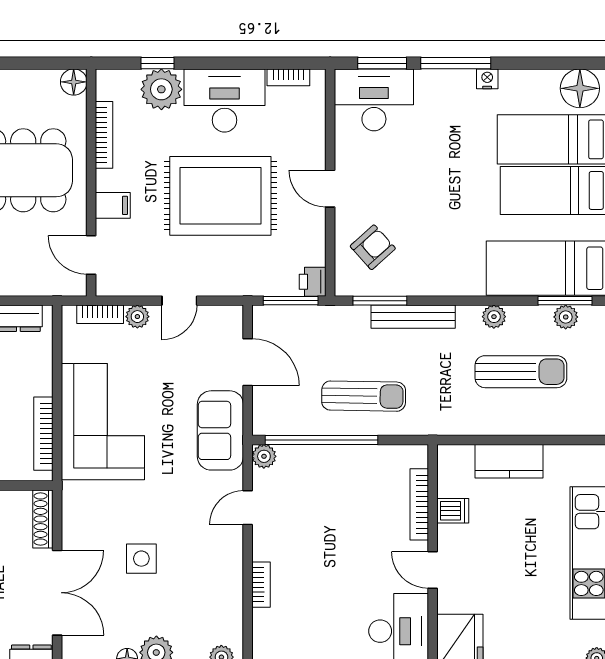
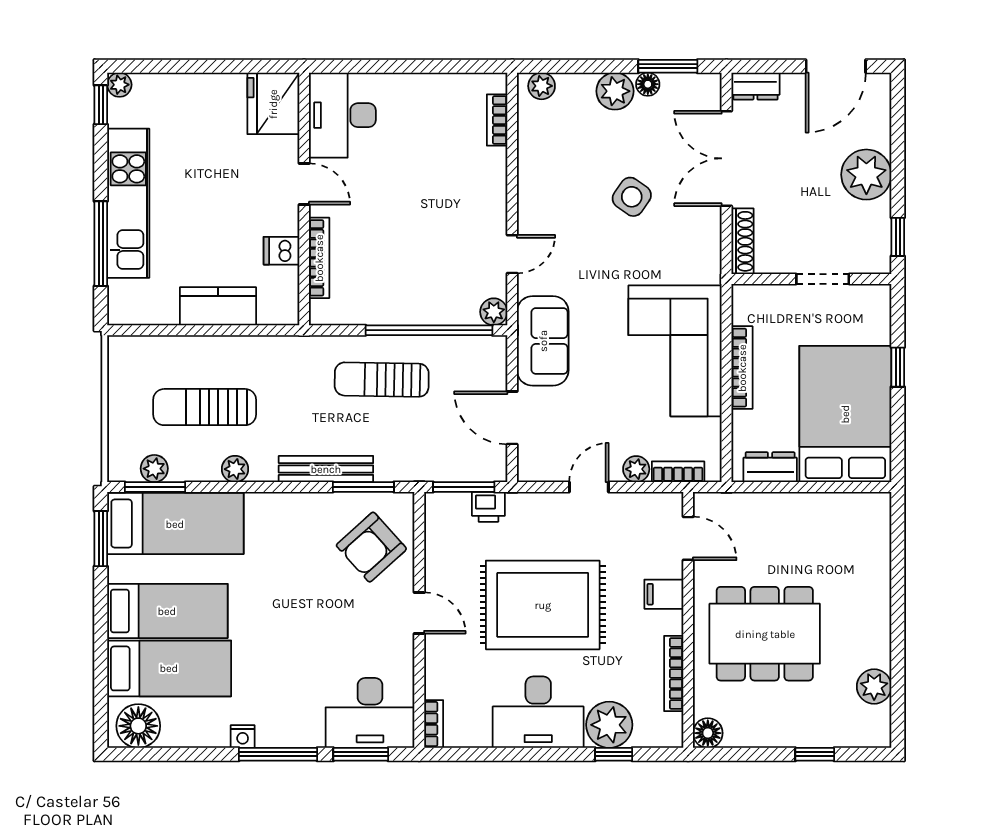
bookcase: (288, 77) -> (434, 724), moved, turned 90
armchair: (373, 247) -> (371, 547), width x1.38, depth x1.38
printer: (313, 282) -> (488, 507), moved, turned 90
bookcase: (43, 434) -> (742, 368), moved
side table: (141, 559) -> (632, 197), turned 35
bookcase: (261, 585) -> (497, 120), moved

